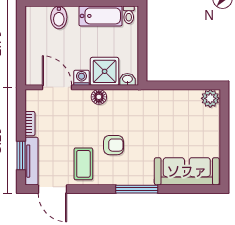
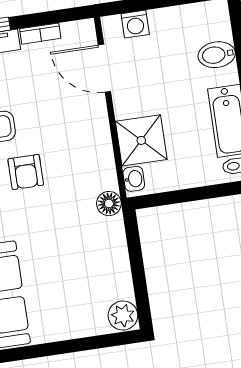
washing machine: (82, 78) -> (135, 24), moved, turned 90
door: (57, 87) -> (104, 68), swing flipped
floor lamp: (99, 97) -> (109, 204), moved

